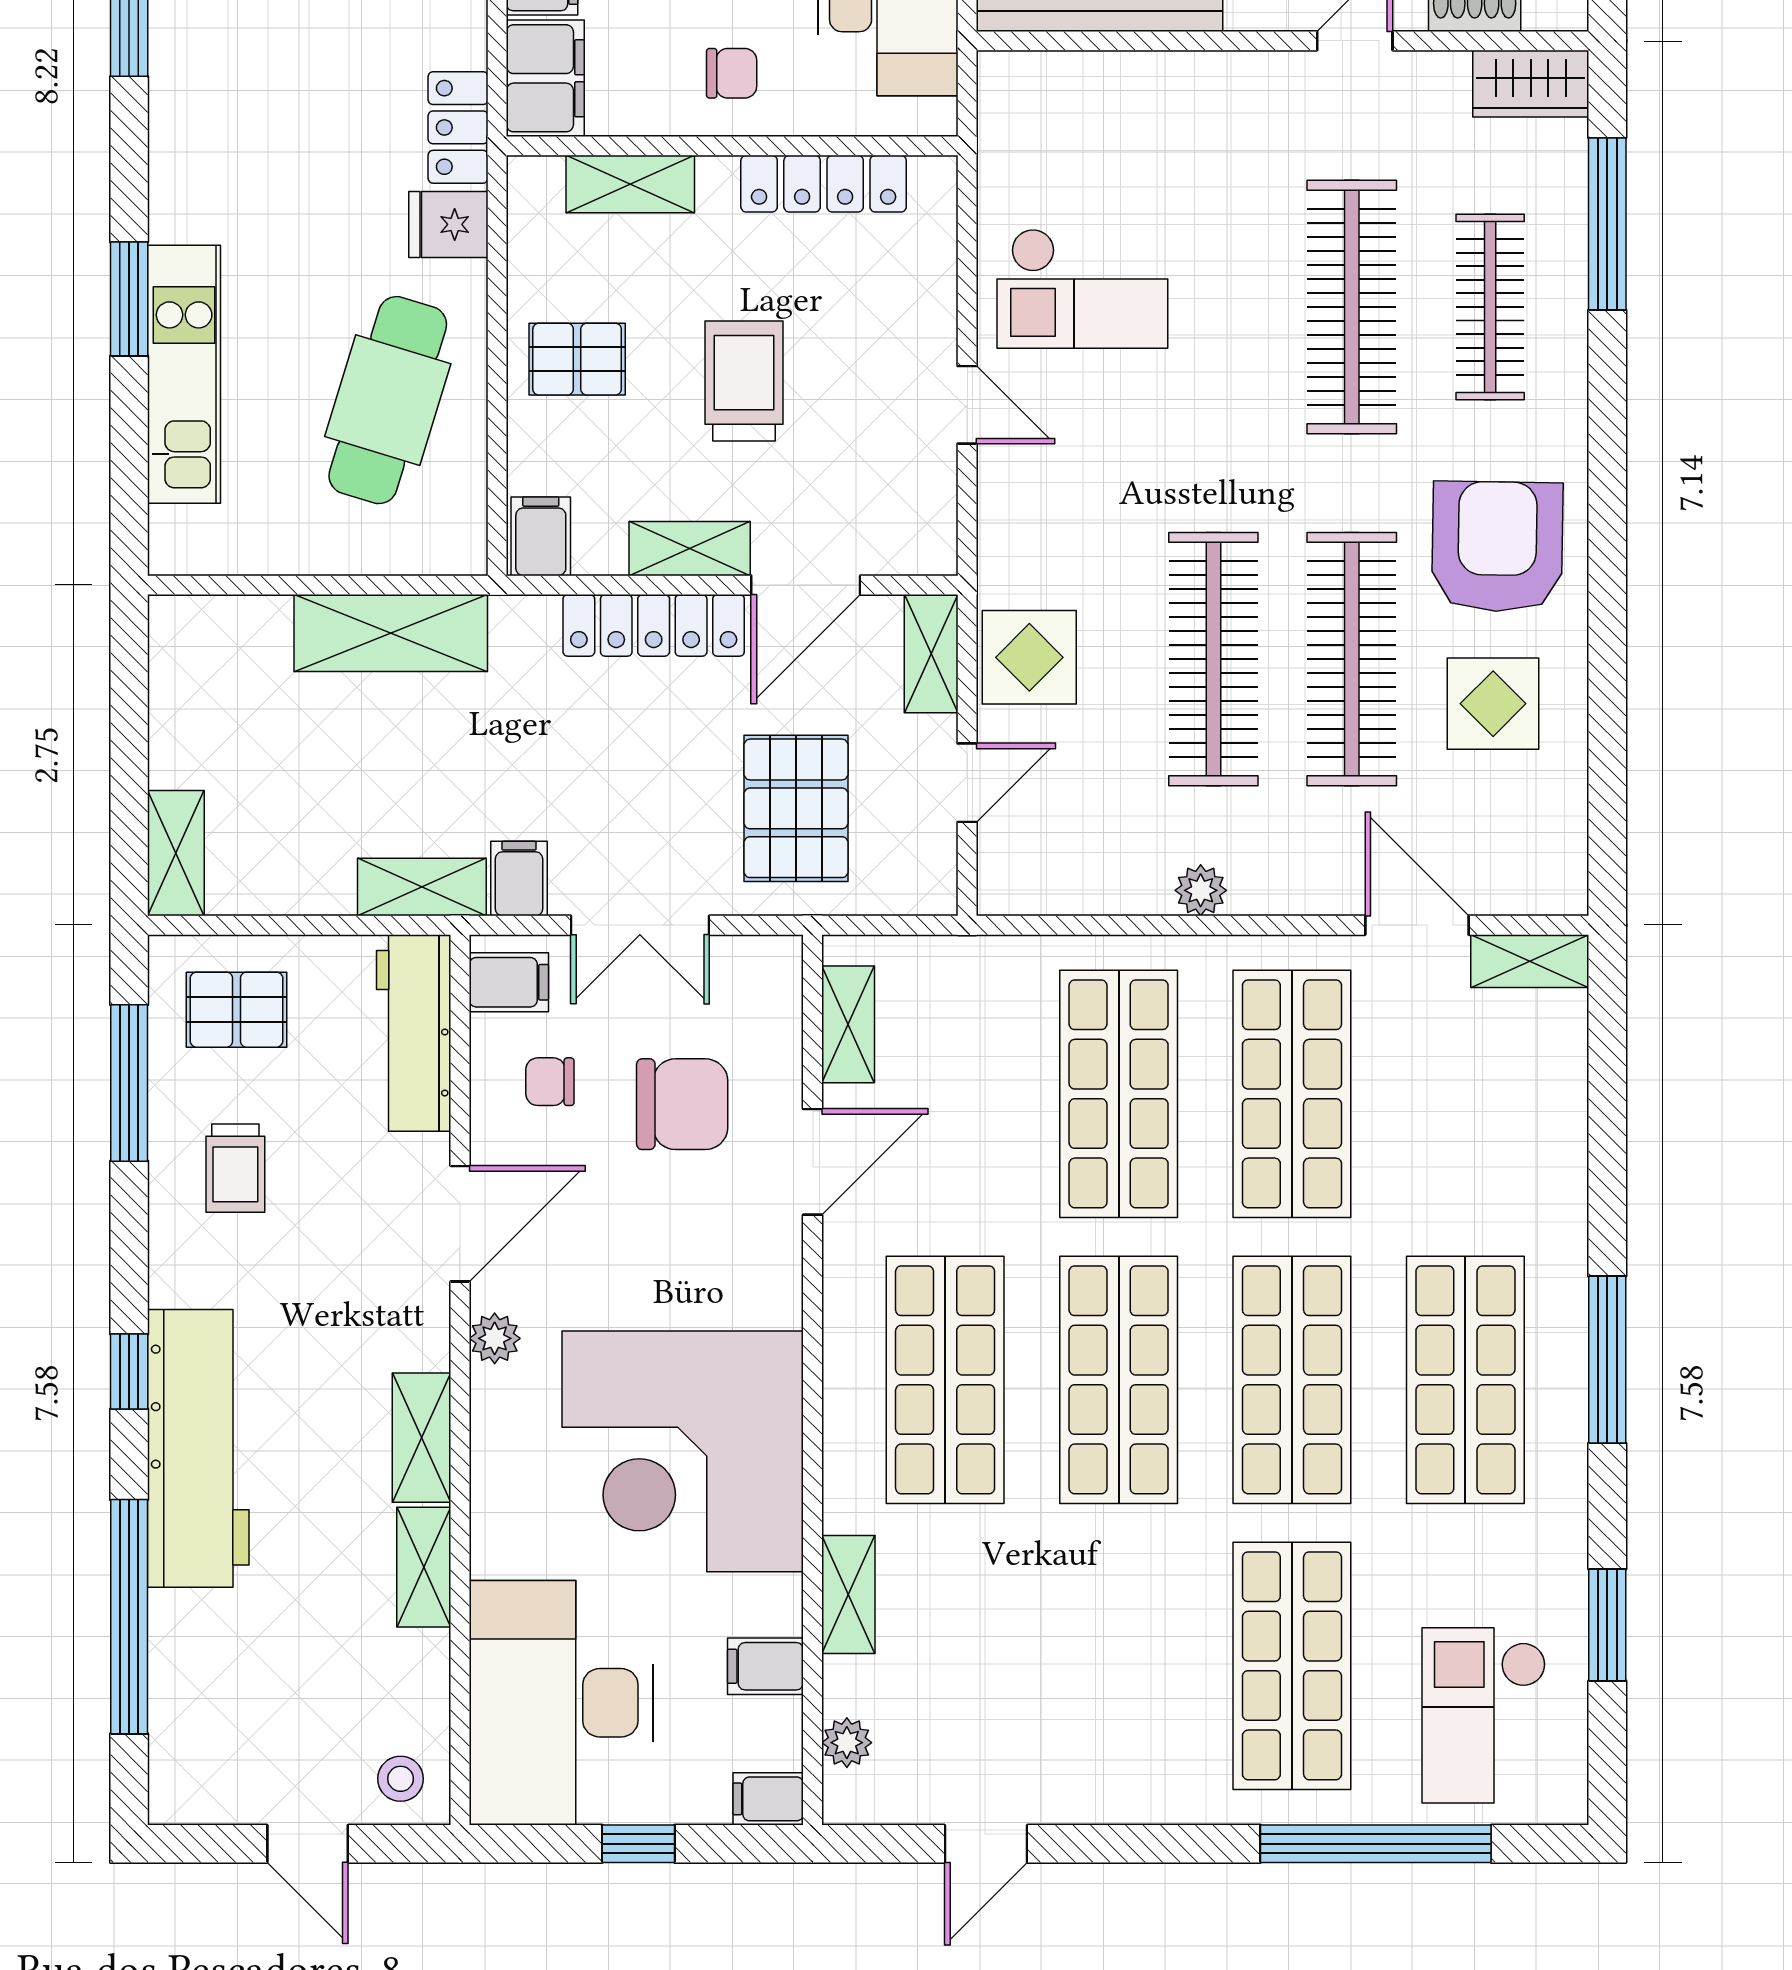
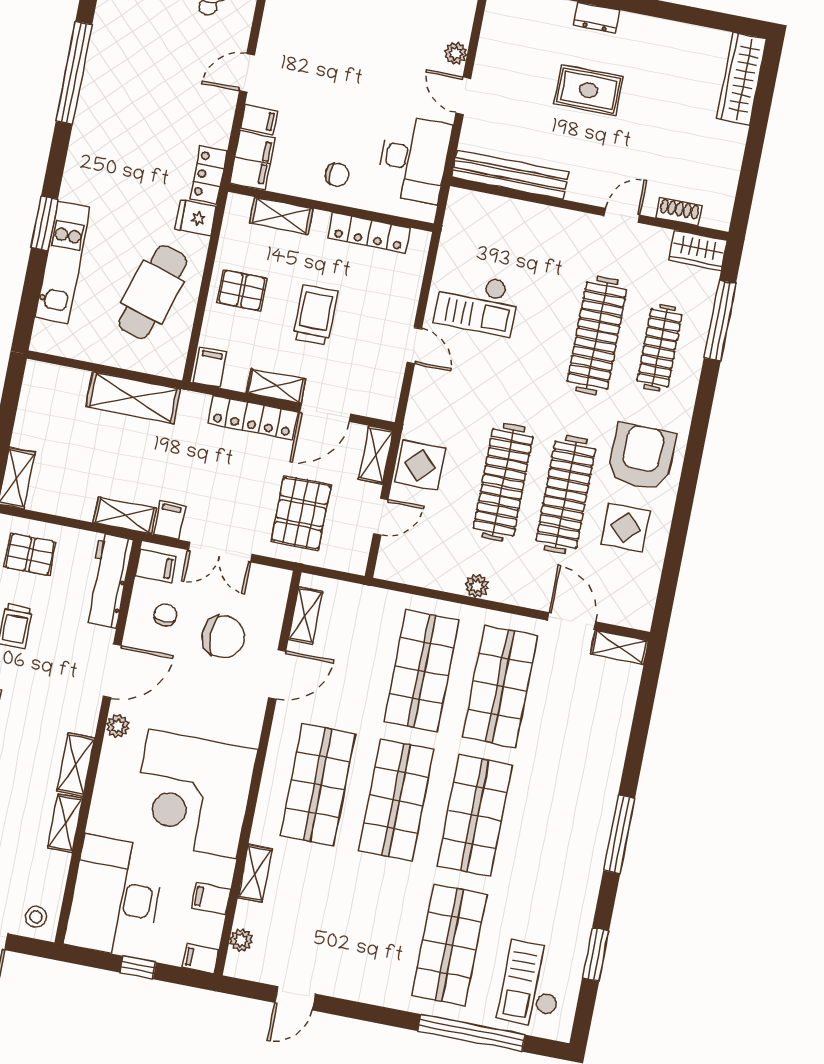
chair: (550, 1082) -> (165, 615), turned 90
shop shelf: (1465, 1380) -> (553, 831), removed

